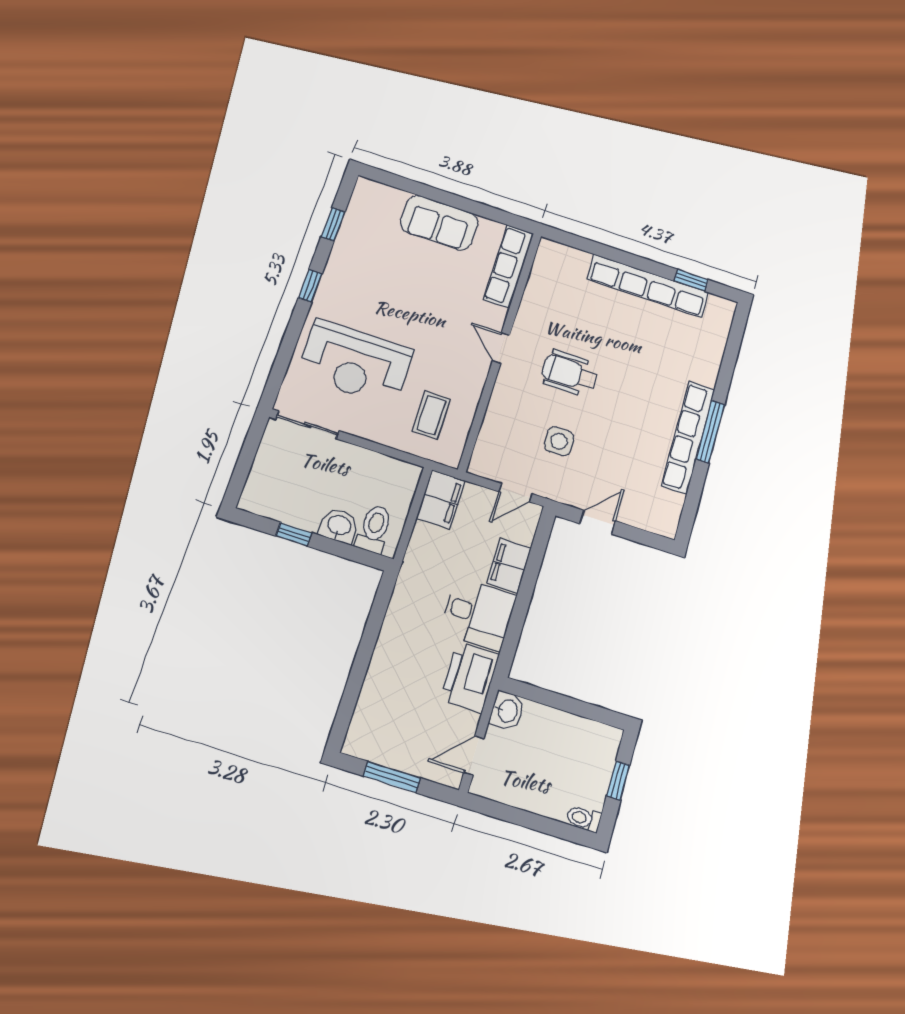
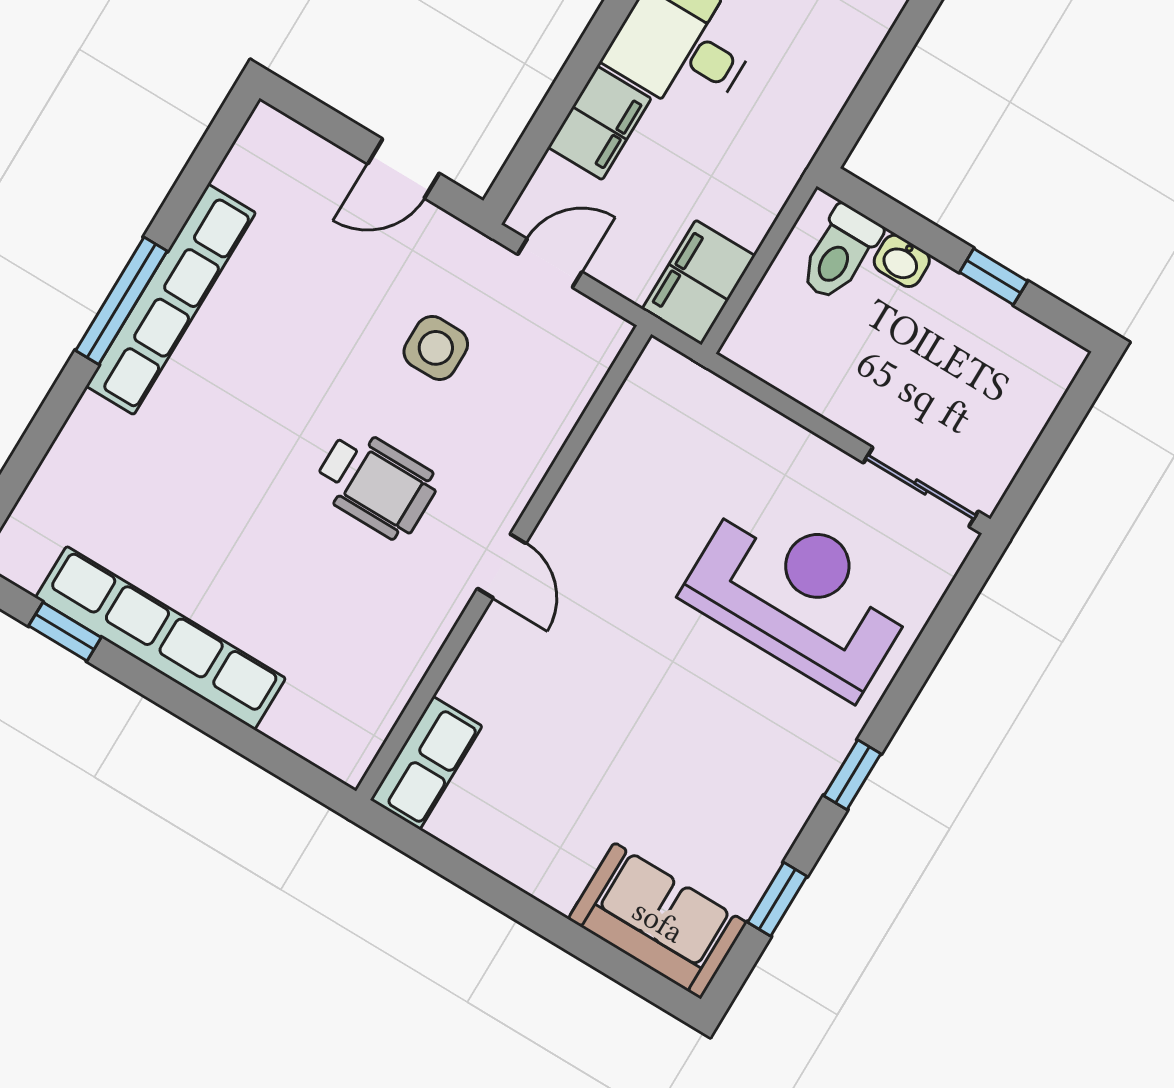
sofa: (439, 223) -> (658, 921), moved
row of seats: (508, 266) -> (426, 763), width x0.68
coffee table: (431, 415) -> (676, 455), removed
washbasin: (339, 526) -> (902, 261), width x0.72, depth x0.69

